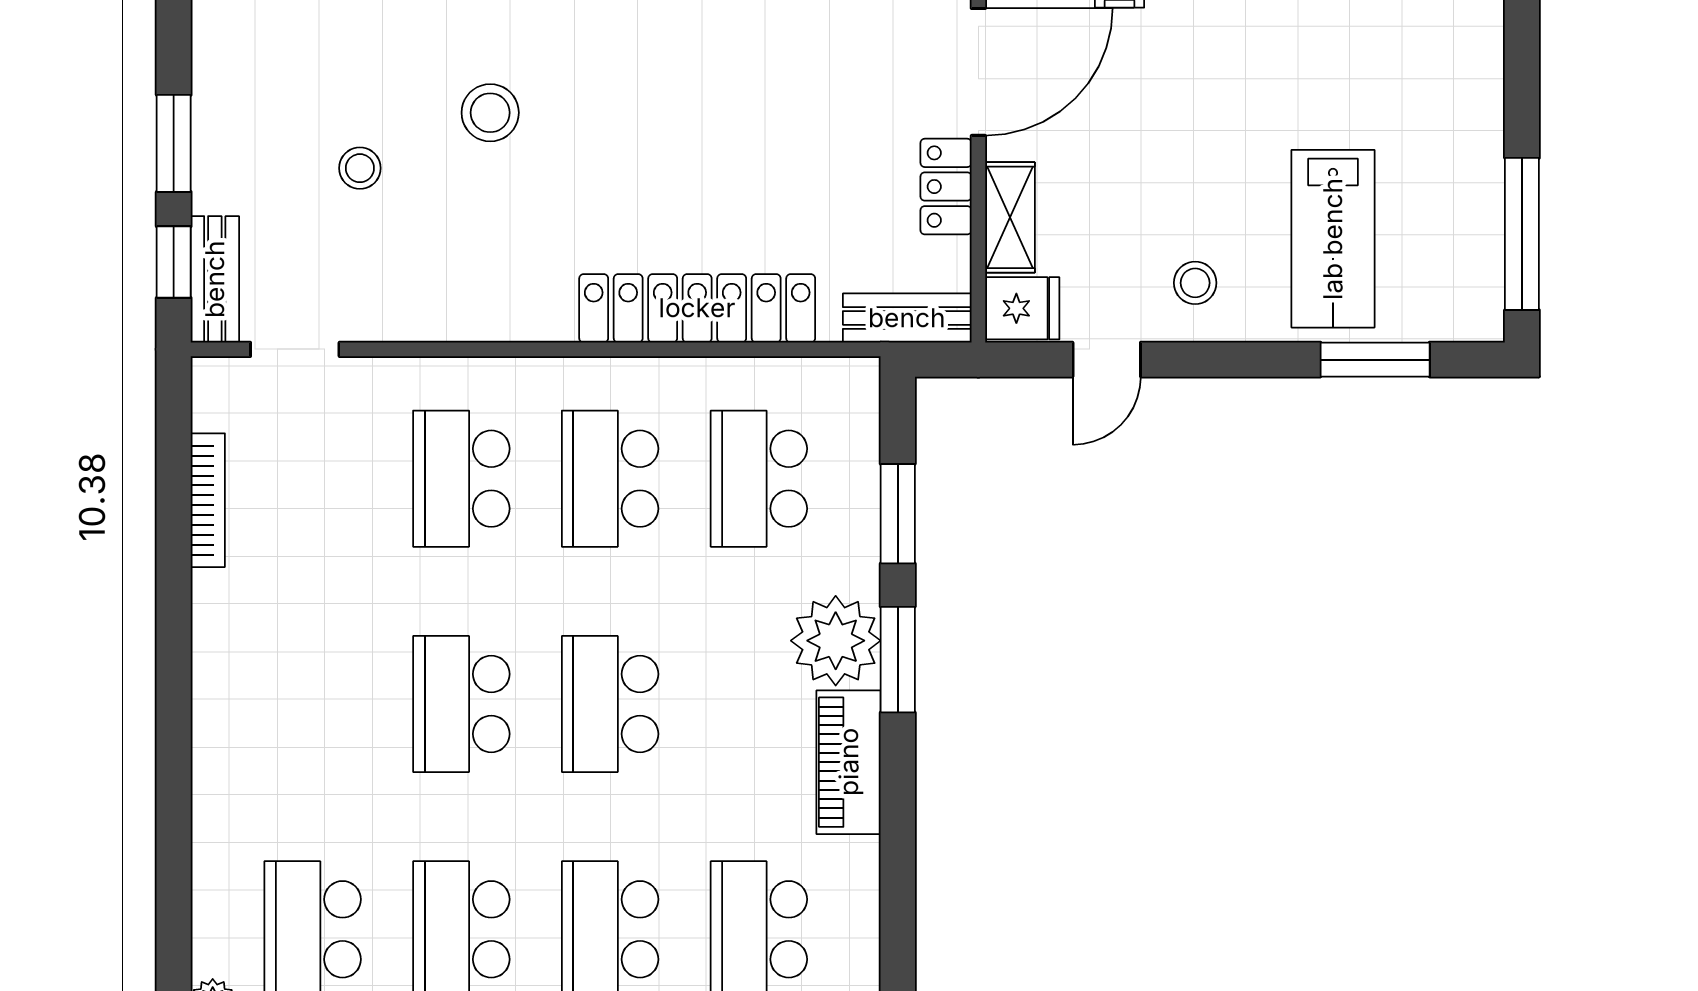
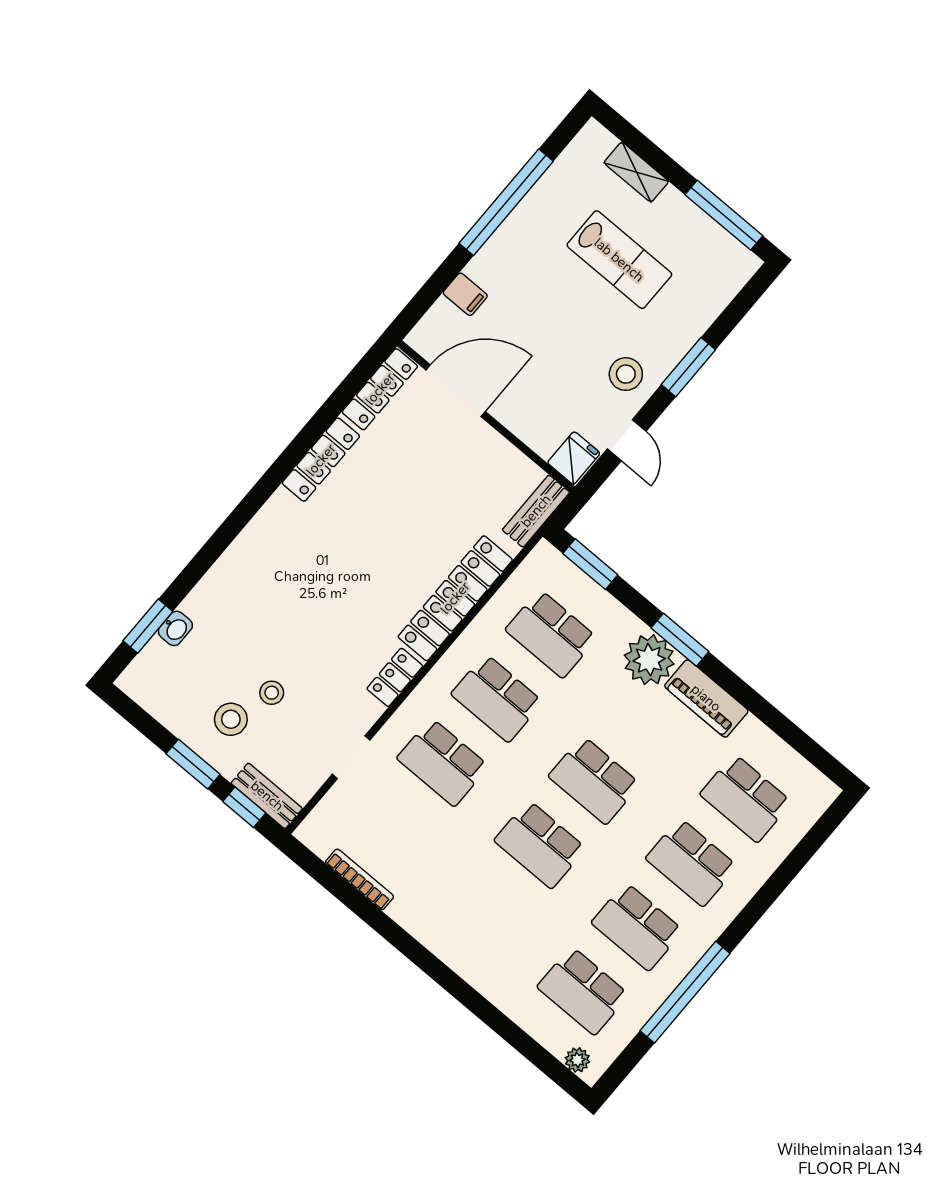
door: (978, 72) -> (456, 391), hinge flipped
stool: (490, 113) -> (231, 719), moved
locker: (946, 187) -> (395, 677), moved, turned 90
shelving: (1010, 217) -> (636, 172), moved
lab bench: (1333, 239) -> (619, 260), moved
stool: (1195, 283) -> (626, 374), width x1.37, depth x1.37
doorway: (295, 349) -> (351, 757), moved
window: (1375, 360) -> (688, 367), moved
window: (898, 514) -> (590, 564), moved

